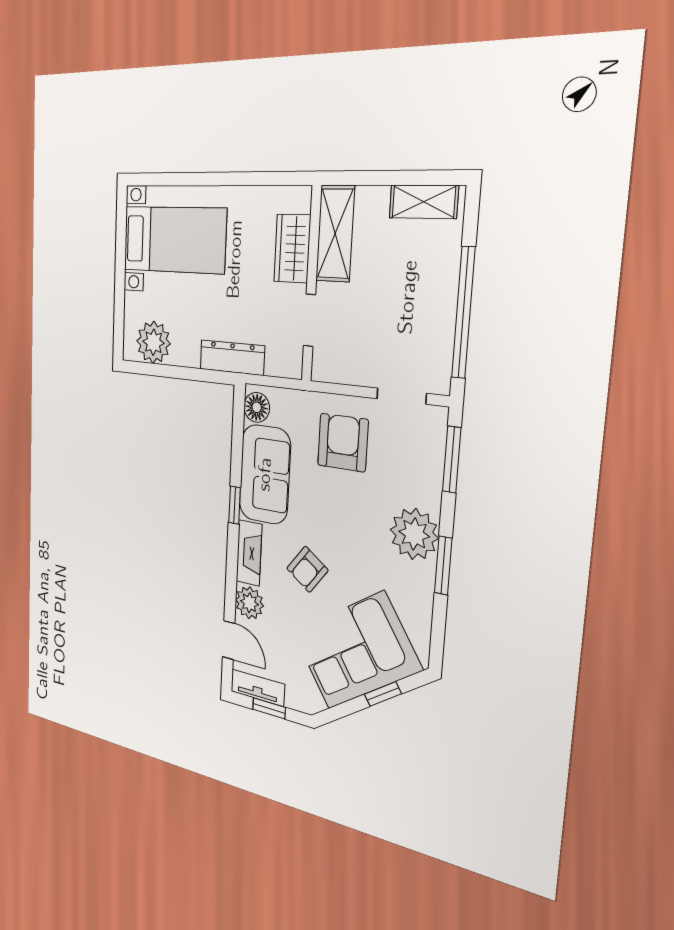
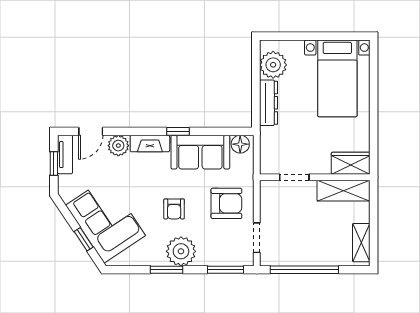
wardrobe: (292, 249) -> (351, 163), moved
dresser: (232, 357) -> (269, 103), moved
armchair: (307, 569) -> (174, 209), moved, turned -126

